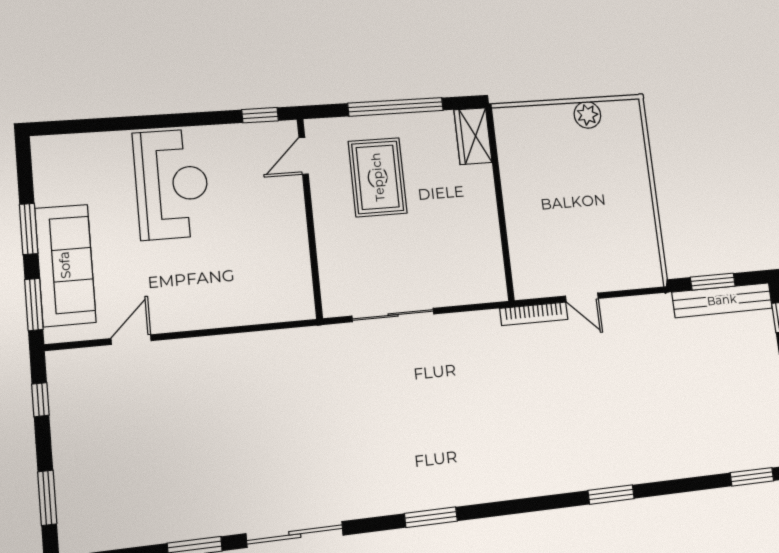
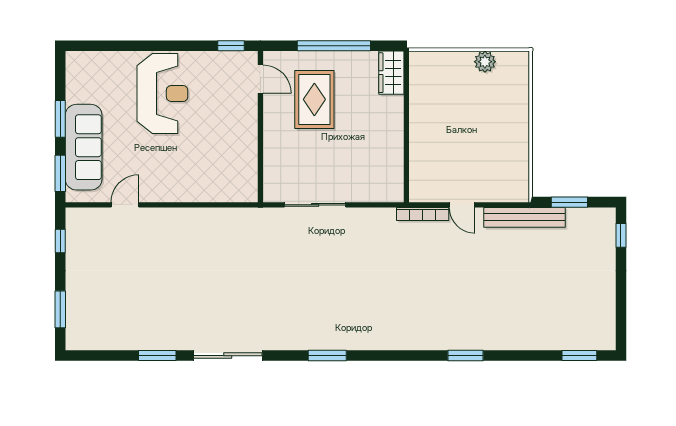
door: (304, 156) -> (260, 79), swing flipped
bench: (722, 300) -> (525, 217), moved

